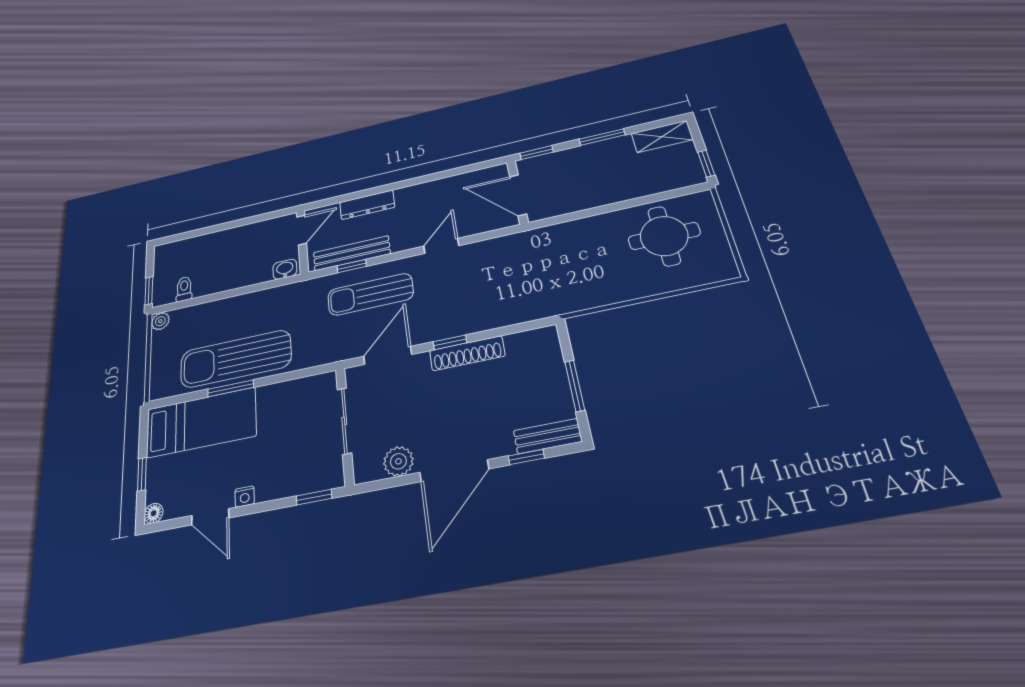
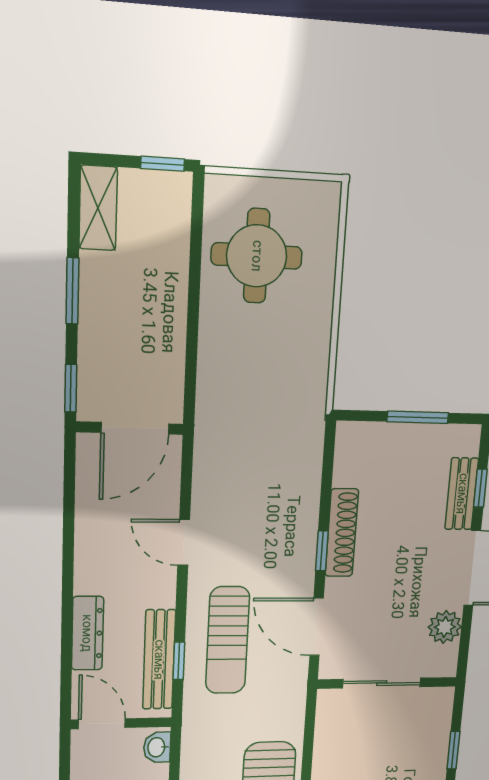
bench: (548, 436) -> (462, 494), moved
window: (314, 497) -> (453, 750), moved

